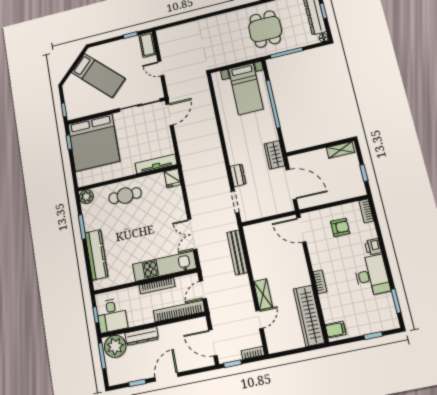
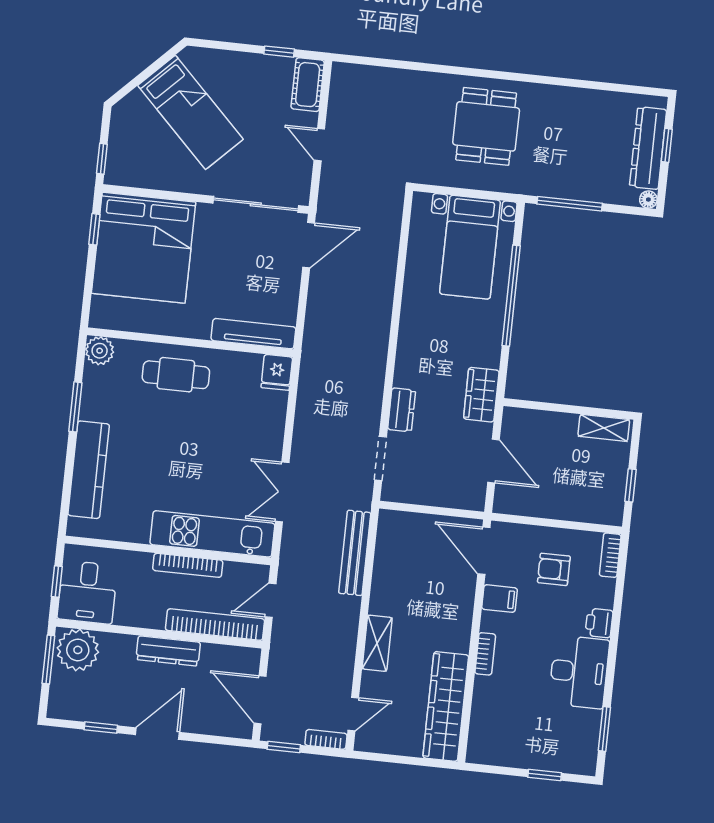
dining table: (265, 29) -> (486, 126), moved
door: (291, 184) -> (493, 461), width x0.73
armchair: (340, 227) -> (554, 569), turned 180
door: (259, 319) -> (353, 714), moved
filing cabinet: (336, 330) -> (500, 599), moved
dresser: (142, 336) -> (168, 651), moved

